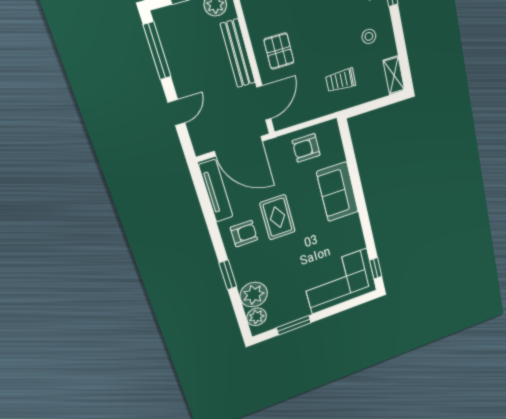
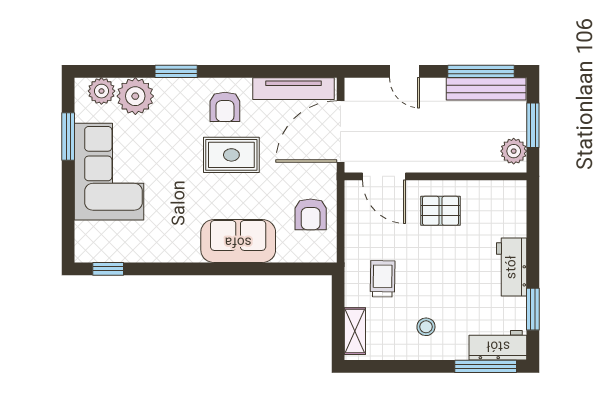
bench: (238, 53) -> (486, 89), moved
shelving: (394, 75) -> (355, 331), moved, turned 90
armchair: (306, 148) -> (311, 214), turned 180
corner sofa: (339, 281) -> (109, 172), moved

